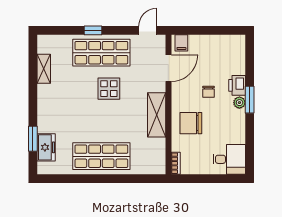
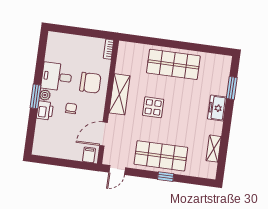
display table: (109, 89) -> (153, 107), moved
freezer: (46, 147) -> (217, 108), moved
desk: (229, 159) -> (57, 77), moved

